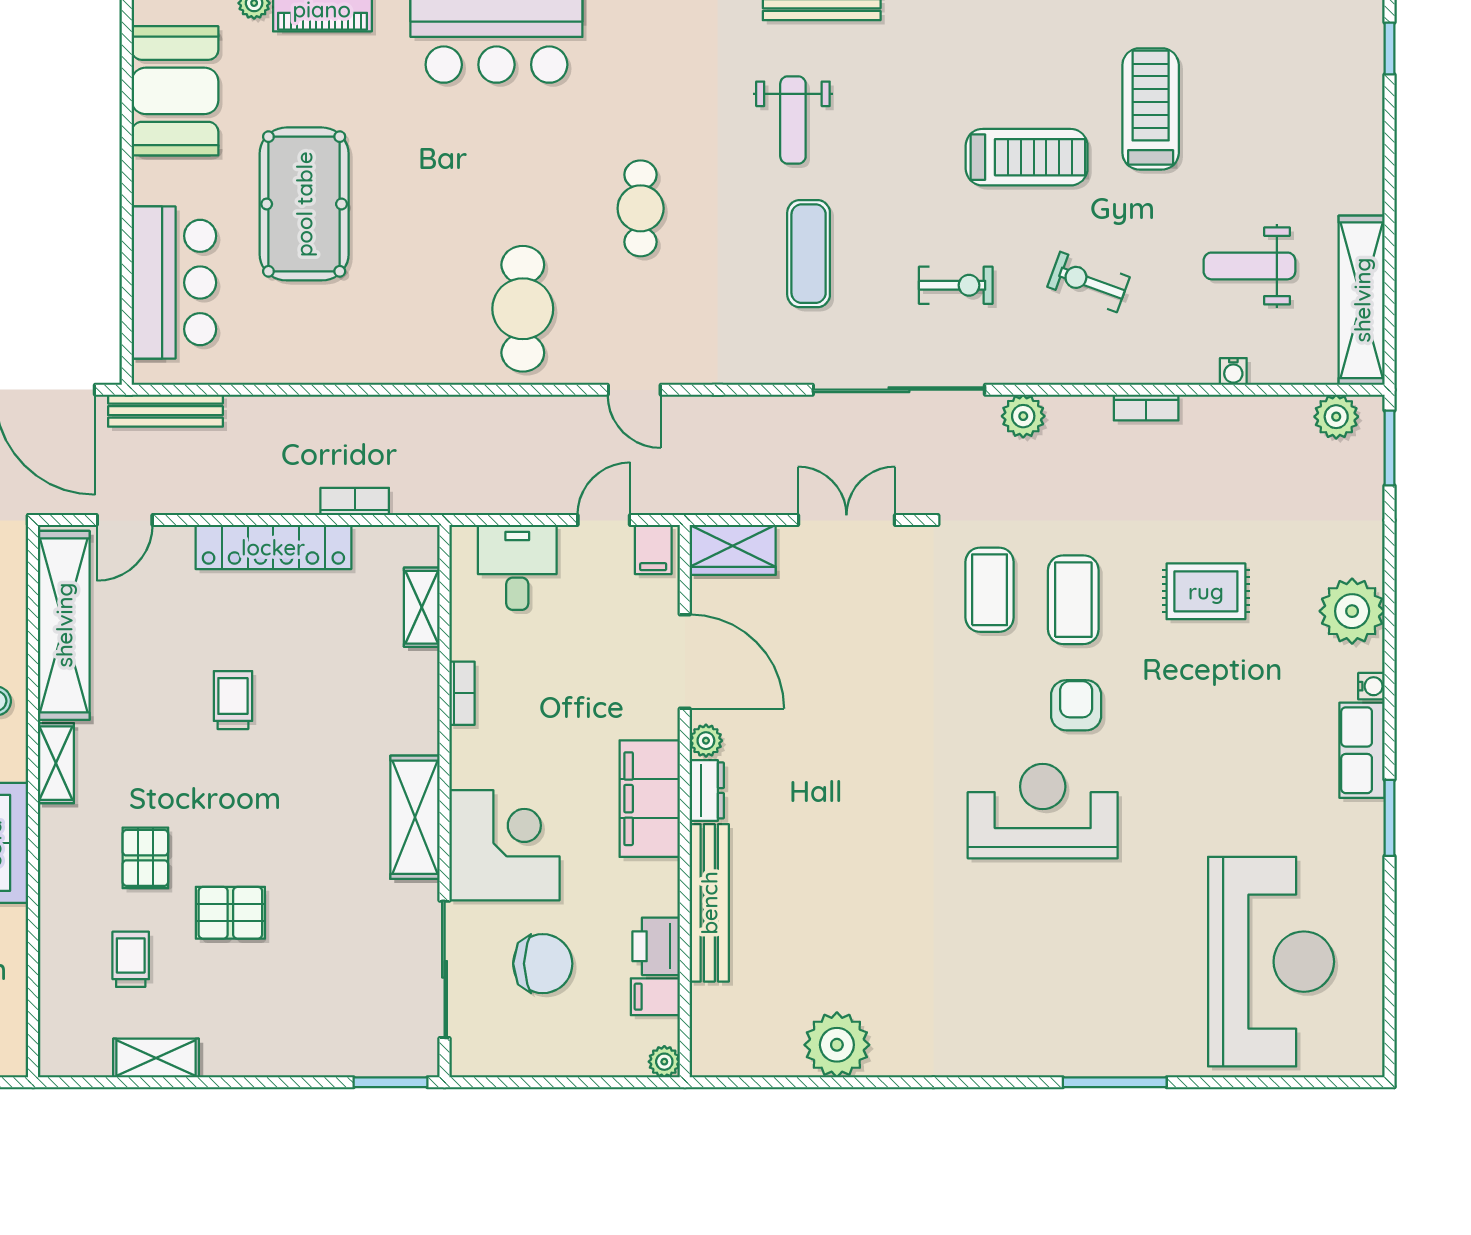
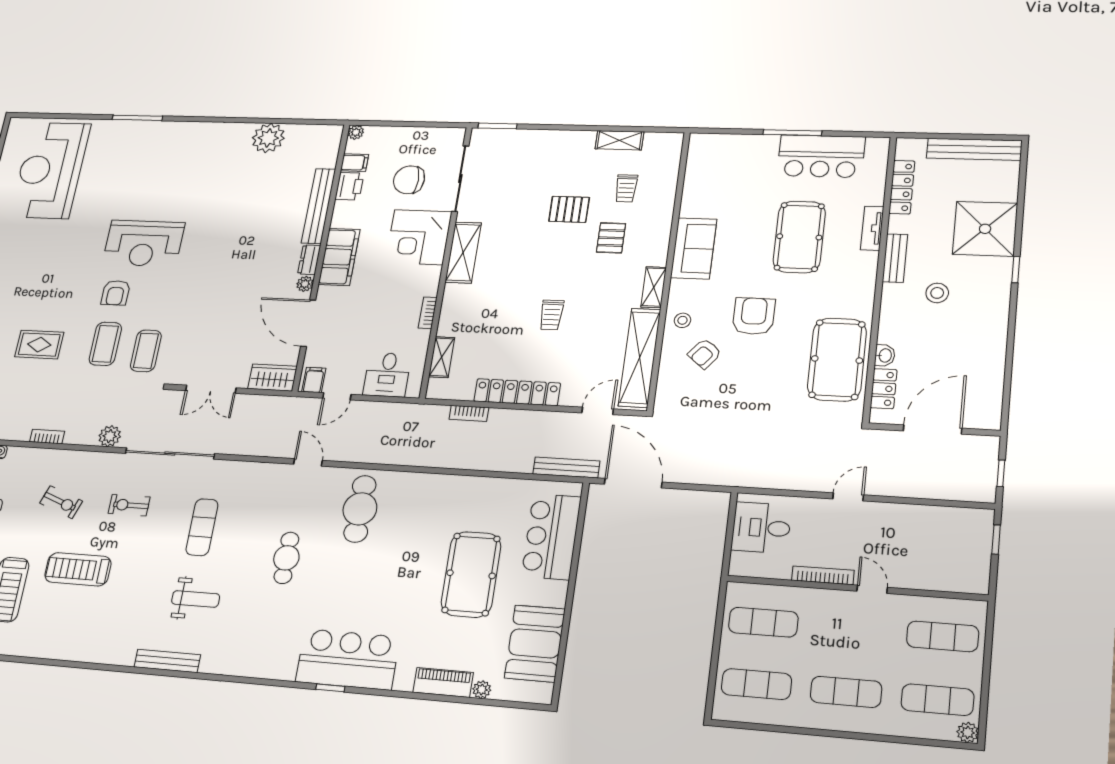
weight bench: (793, 120) -> (196, 599), turned 90

